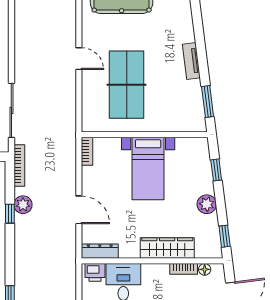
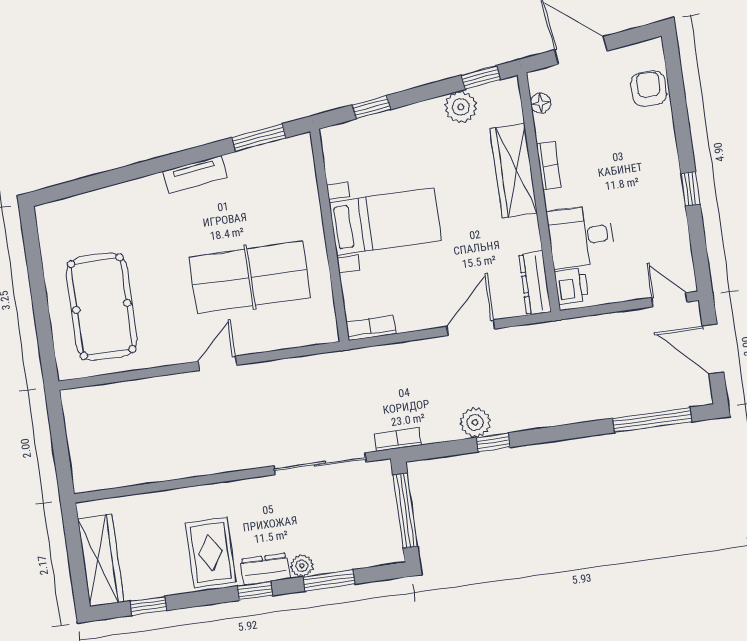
bookcase: (19, 165) -> (398, 439), width x0.64
plant: (207, 204) -> (461, 107), moved
bookcase: (184, 269) -> (549, 166), moved

